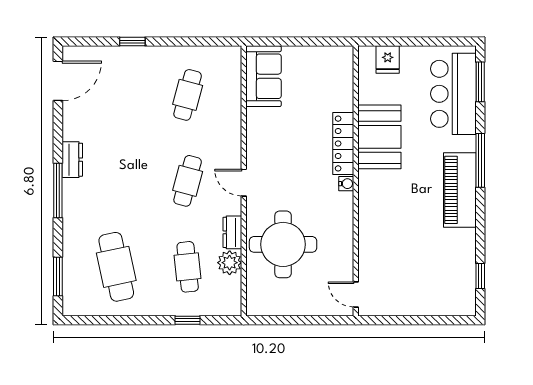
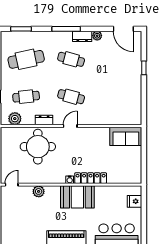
cafe table: (188, 95) -> (71, 59), moved
plant: (71, 131) -> (97, 36), added
booth: (379, 137) -> (77, 197), moved
plant: (369, 243) -> (39, 191), added
plant: (230, 263) -> (15, 119), moved

